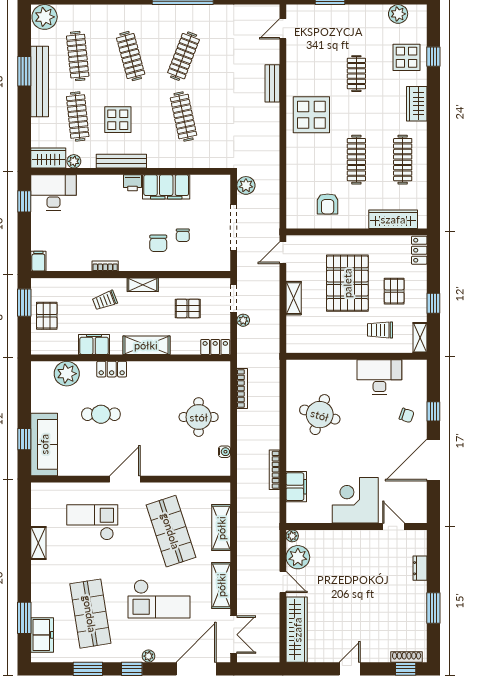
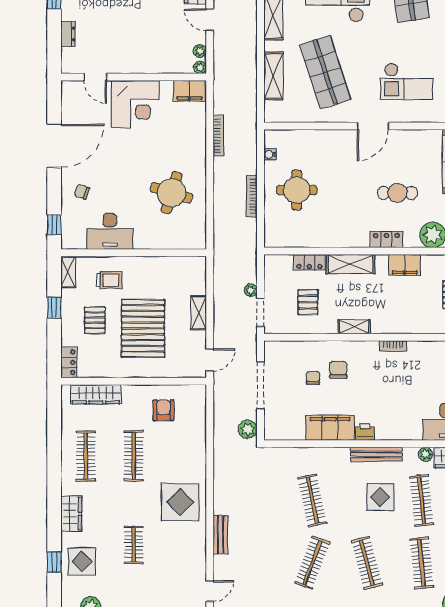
trolley: (105, 300) -> (394, 311), removed
pallet: (188, 309) -> (308, 302), turned 90
locker: (215, 347) -> (309, 262), moved
bookcase: (242, 388) -> (252, 196), moved
window: (433, 411) -> (54, 225), moved
filing cabinet: (296, 487) -> (189, 91), moved, turned -90
plant: (298, 557) -> (200, 51), width x0.53, depth x0.53

